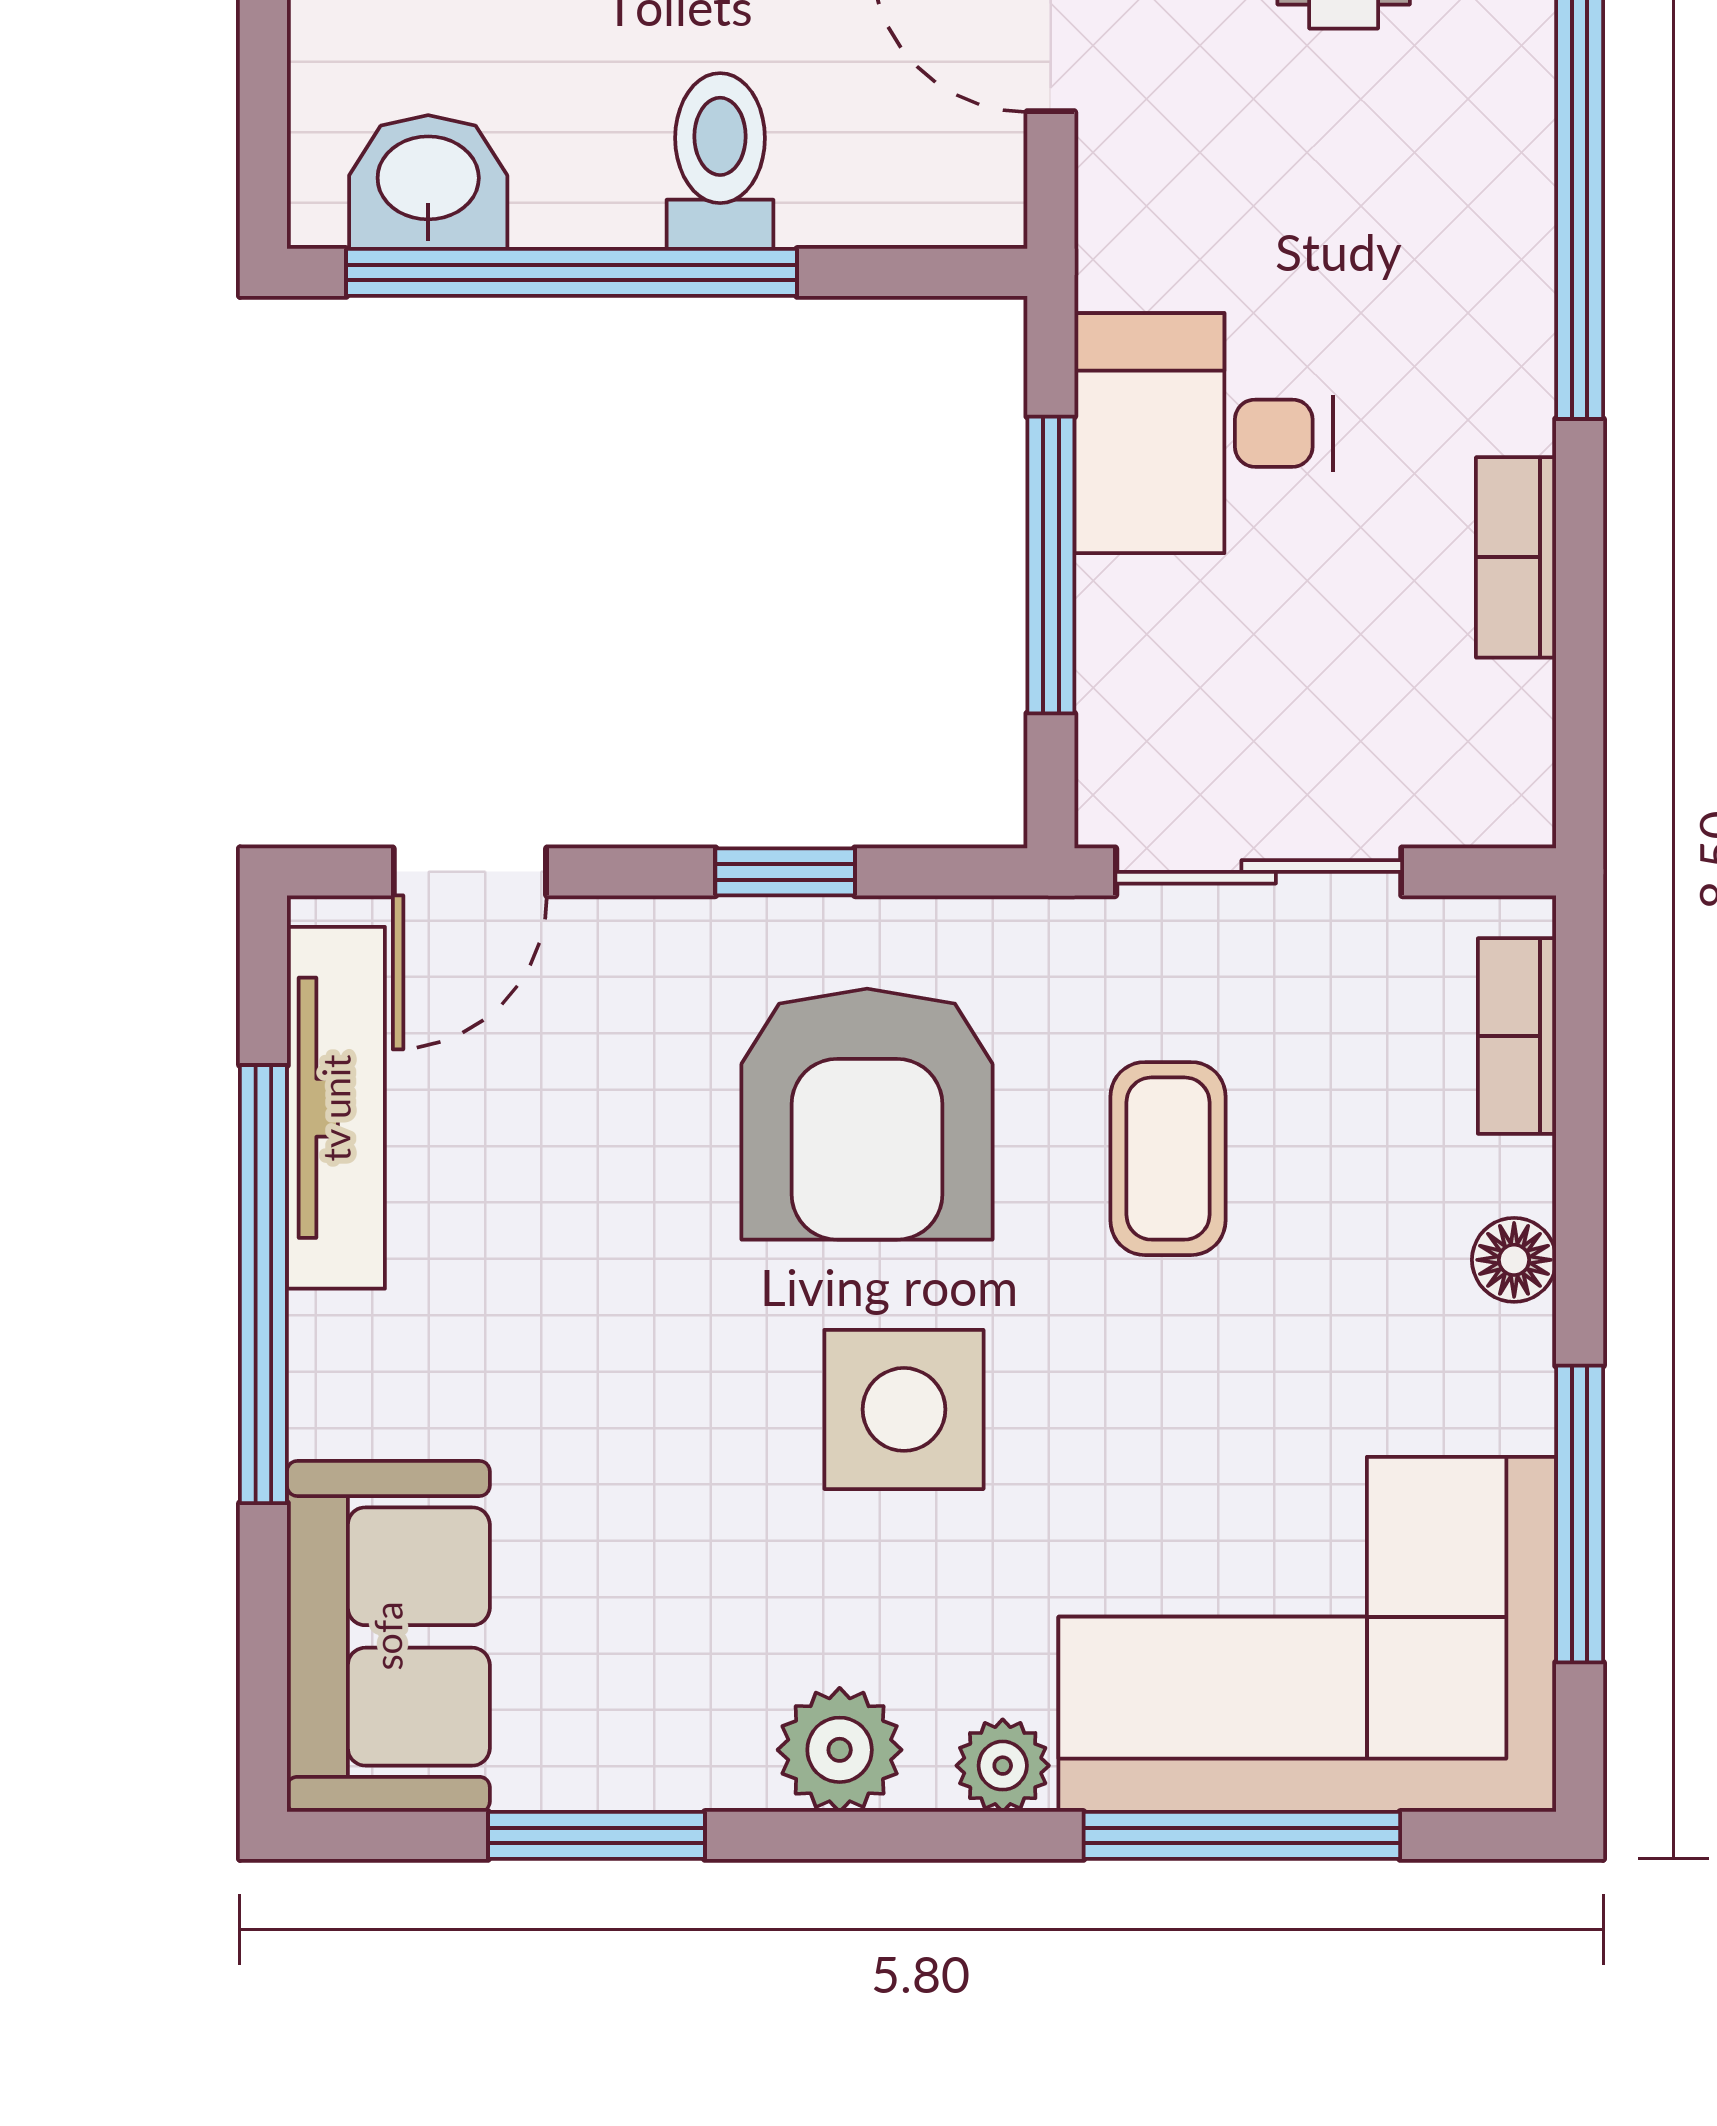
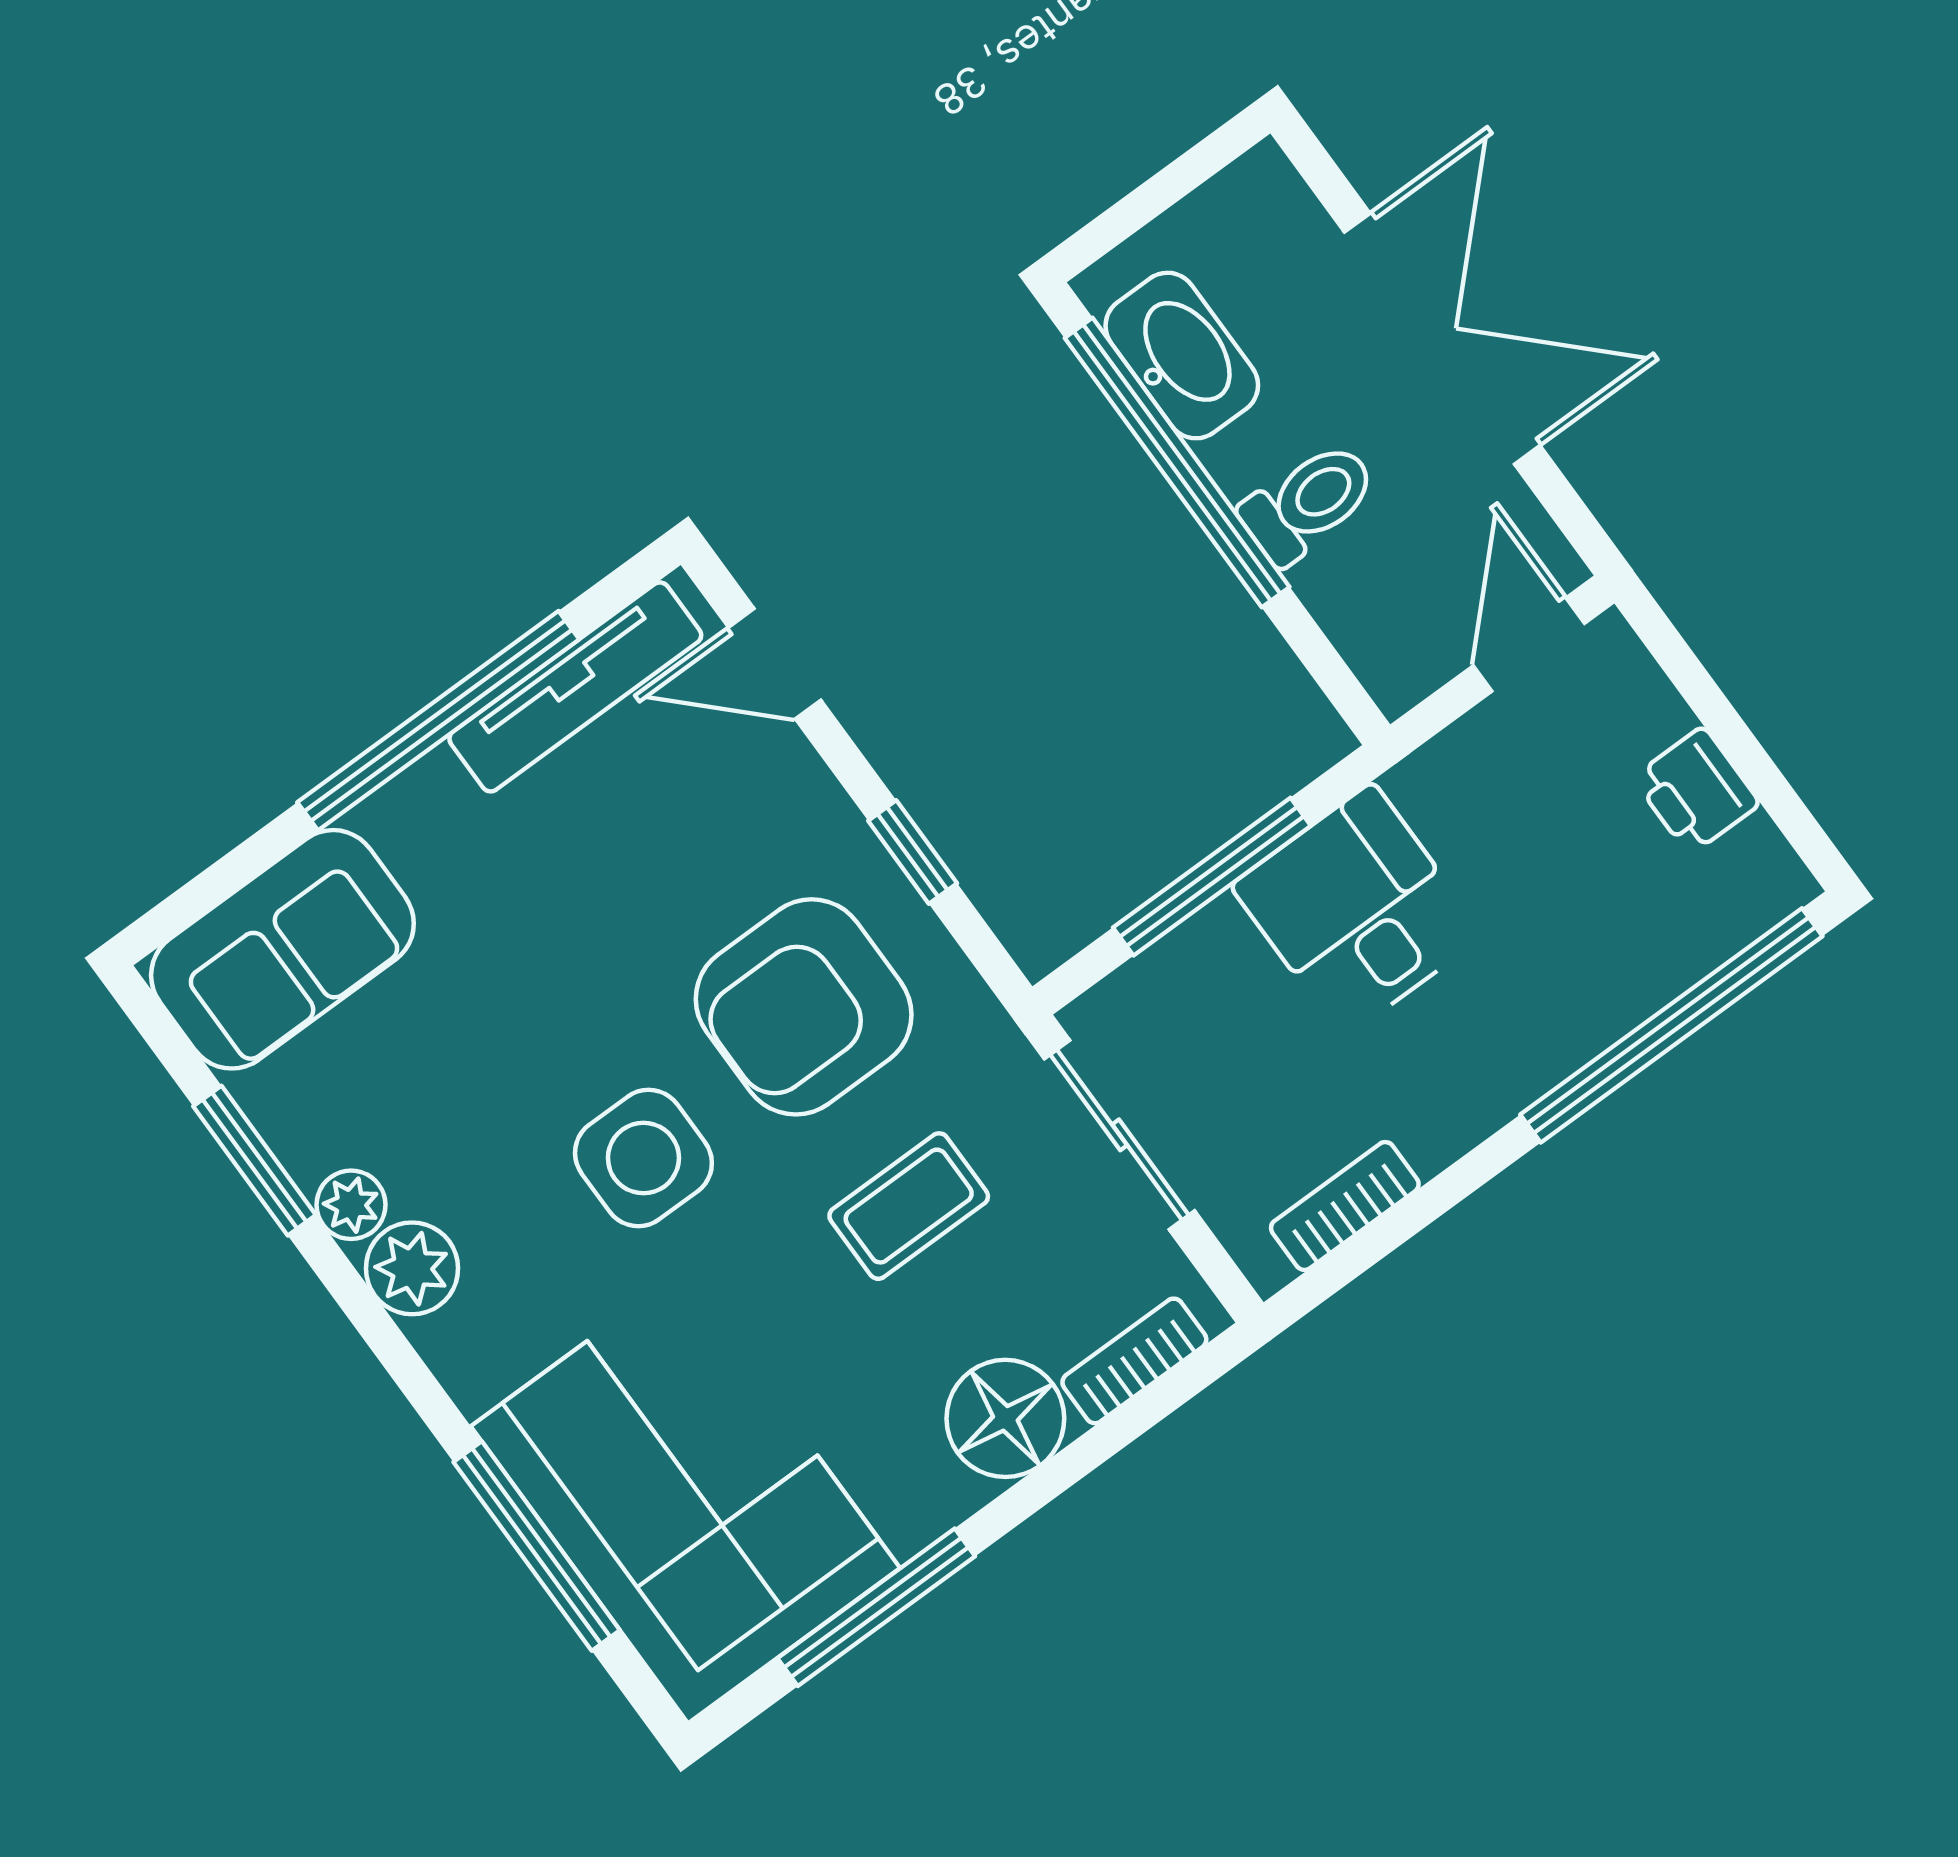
washbasin: (428, 182) -> (1182, 356), width x1.38
bookcase: (1516, 557) -> (1345, 1206), moved
floor lamp: (1514, 1260) -> (1005, 1418), width x1.89, depth x1.89
plant: (1003, 1766) -> (351, 1205), moved

